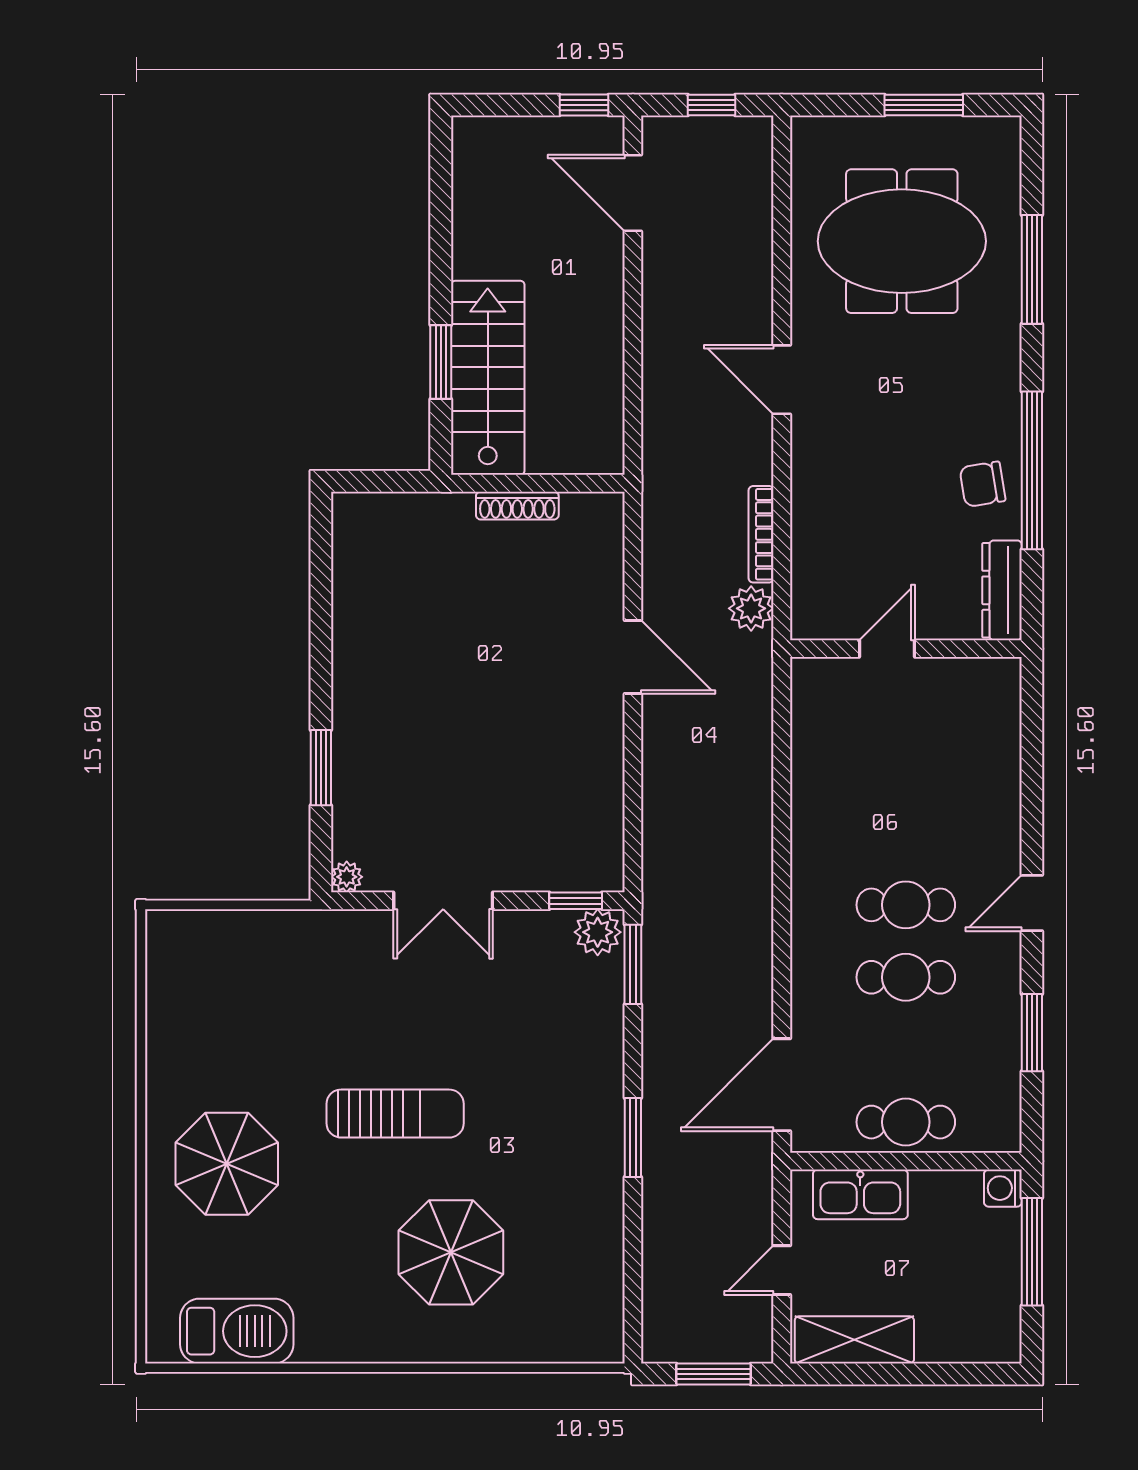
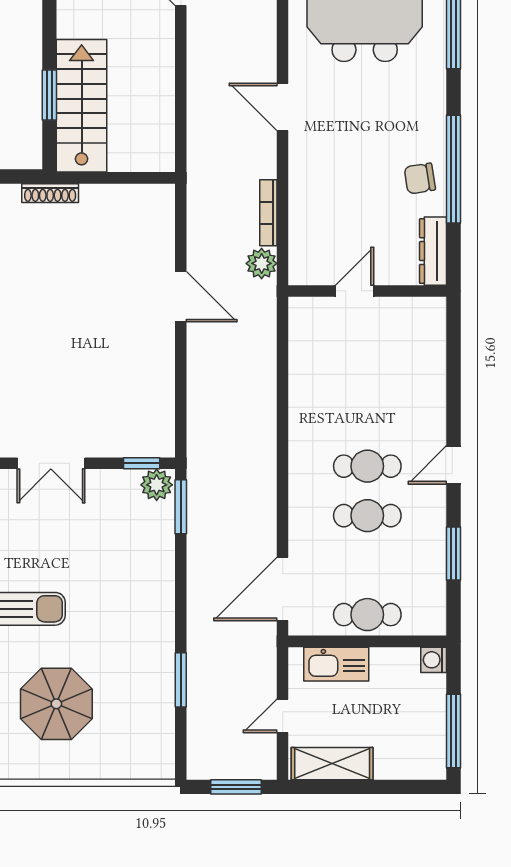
shoe rack: (517, 506) -> (50, 193), moved
window: (633, 1137) -> (181, 680), moved
window: (1032, 1252) -> (454, 731), moved

